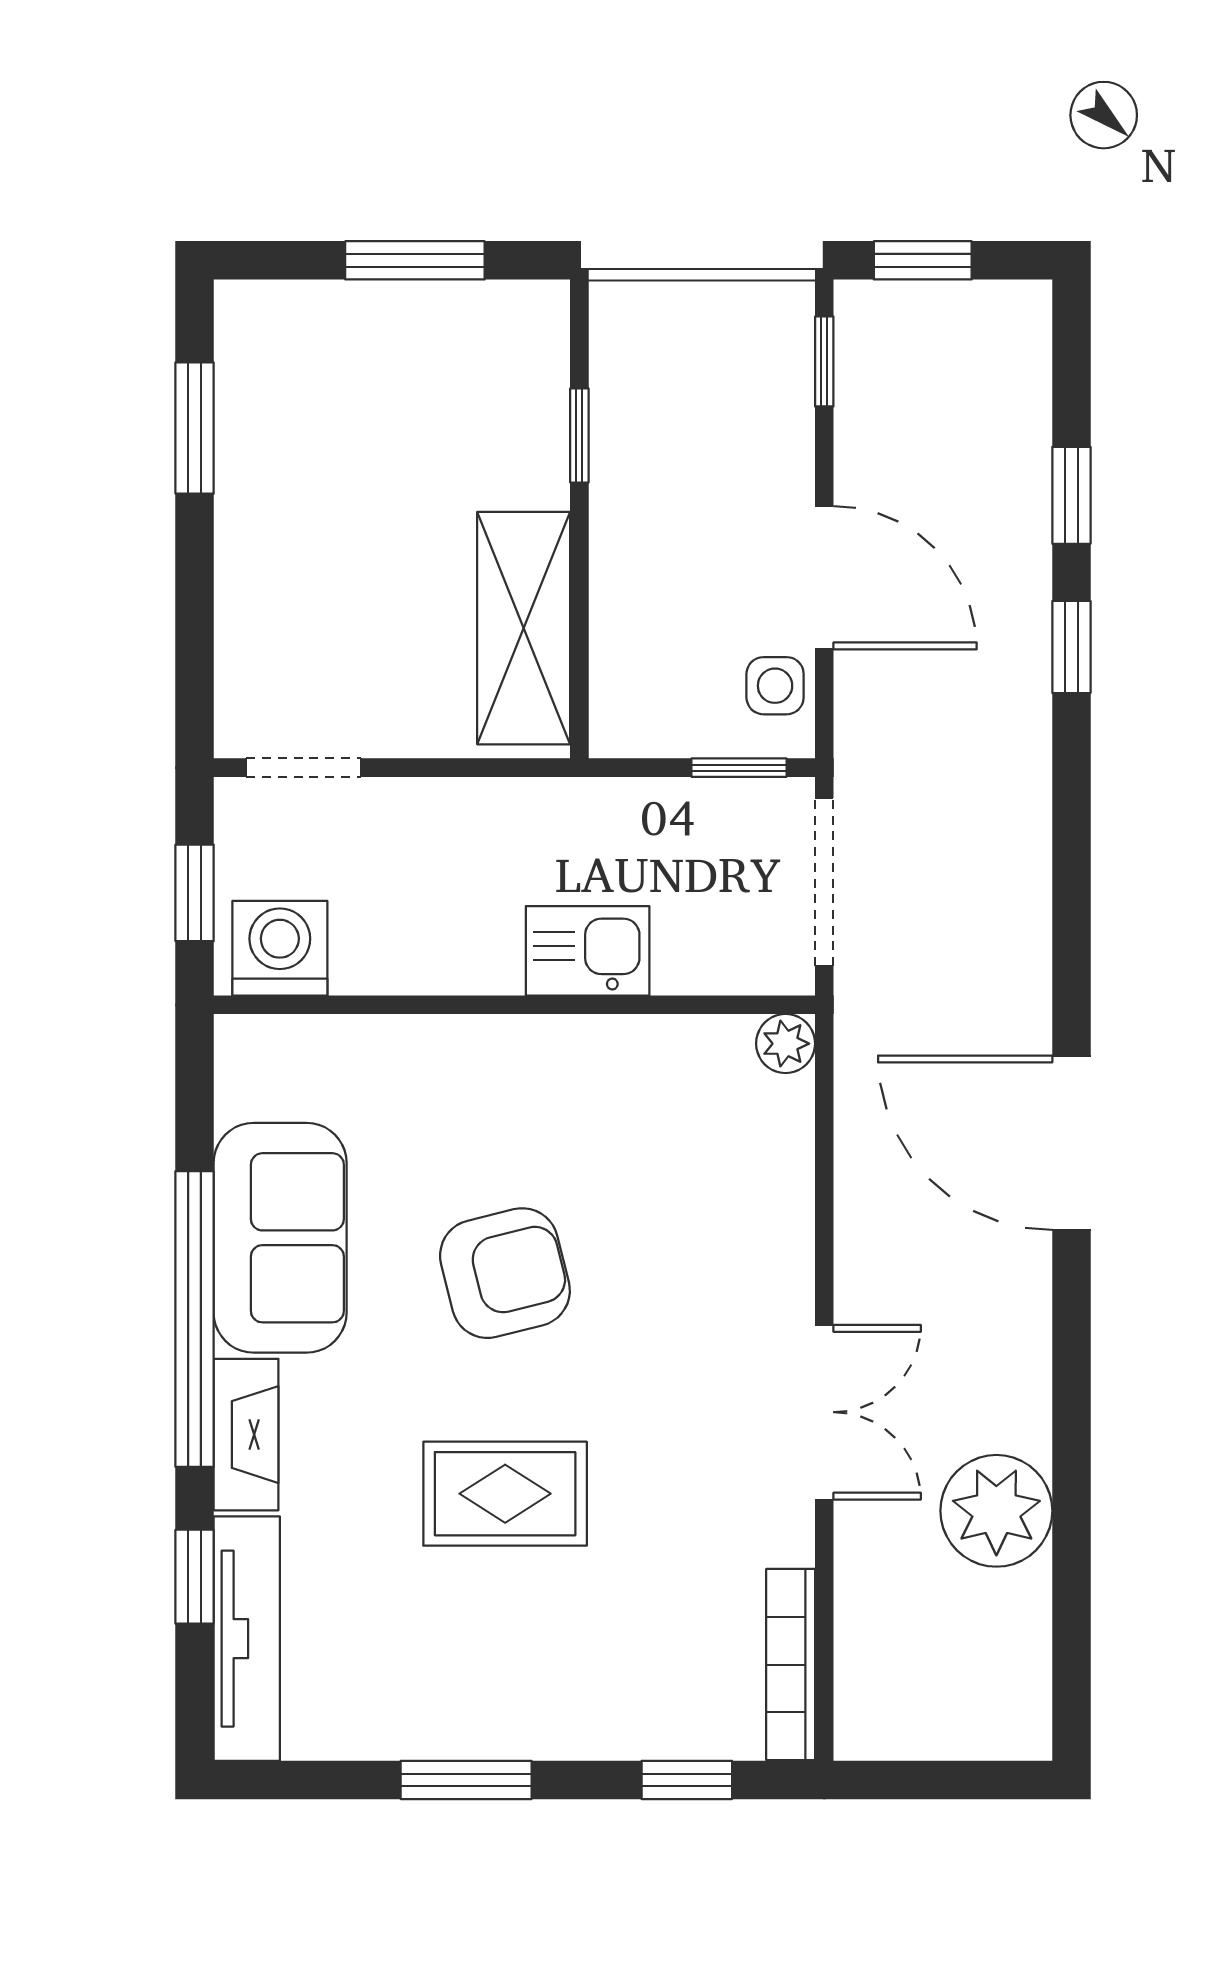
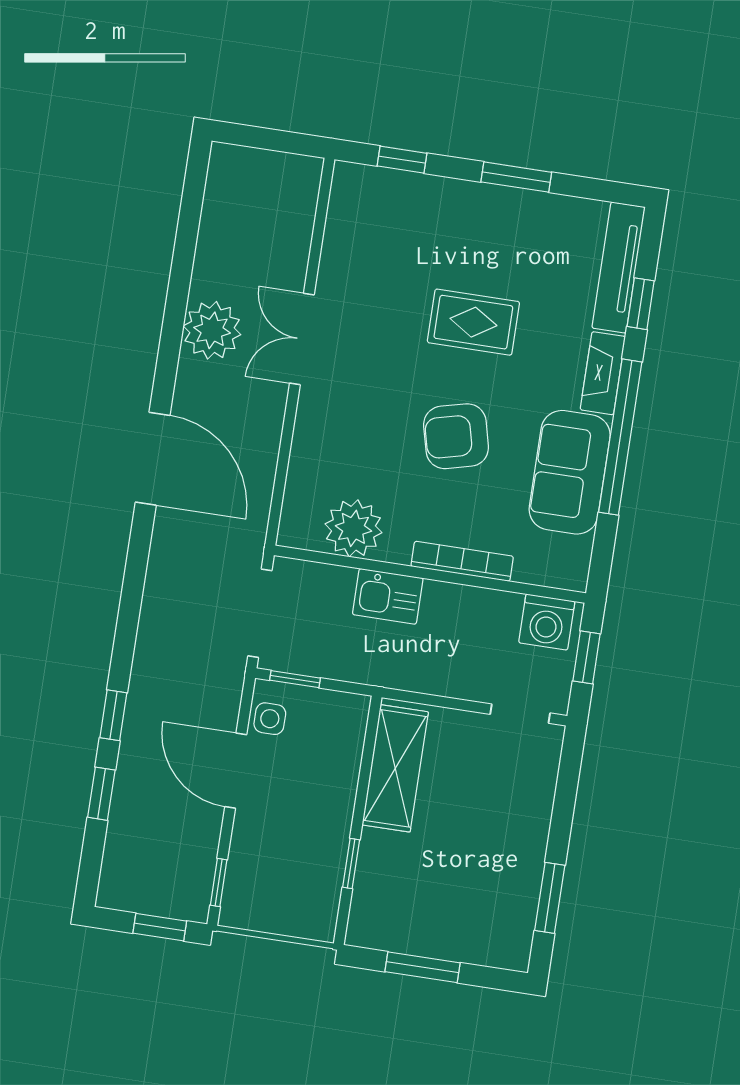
plant: (786, 1044) -> (353, 528), moved, width x1.88, depth x1.88
plant: (996, 1511) -> (212, 330), moved
bookcase: (791, 1665) -> (462, 561), moved, turned -90

